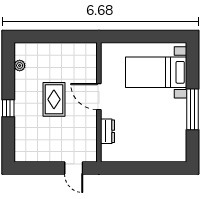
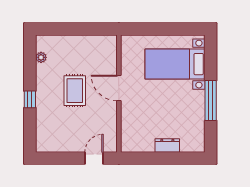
dresser: (108, 131) -> (167, 145), moved, turned -90
door: (74, 168) -> (94, 158), swing flipped

